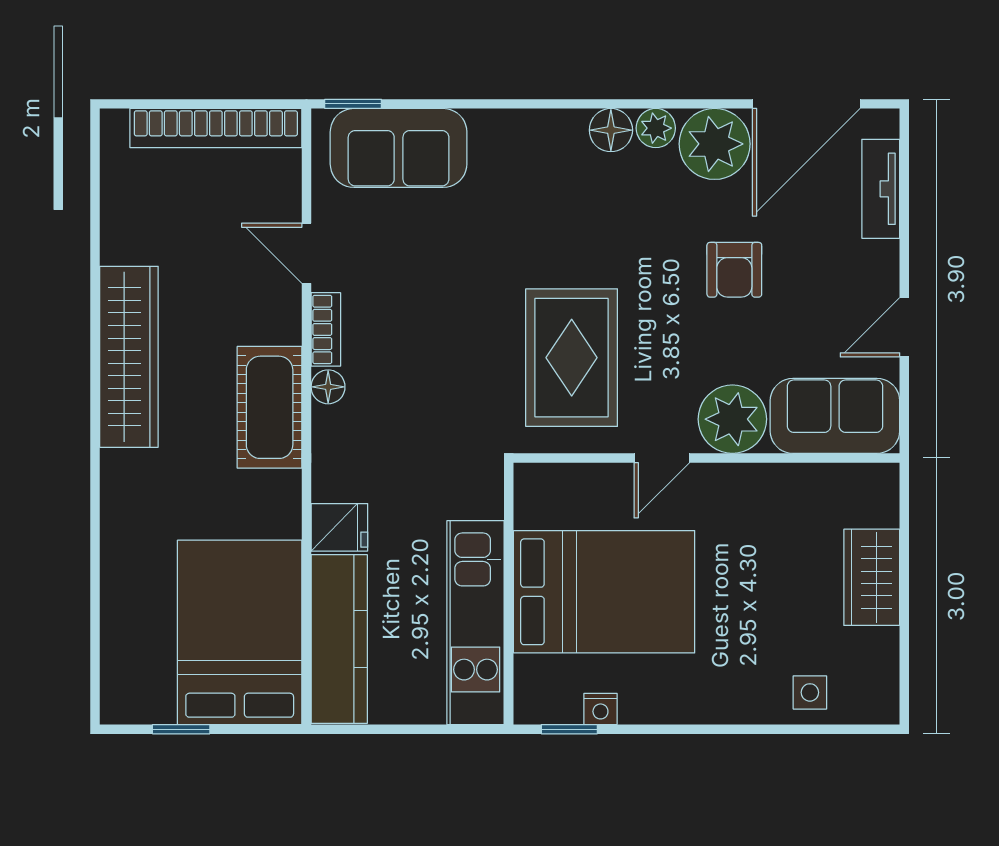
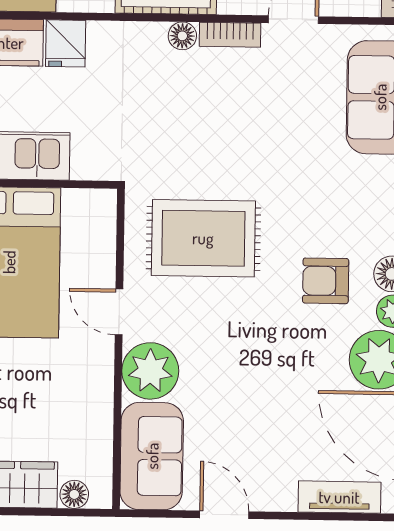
armchair: (734, 270) -> (326, 281), moved
floor lamp: (883, 508) -> (74, 494), added

